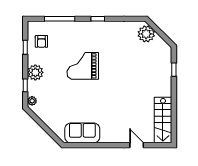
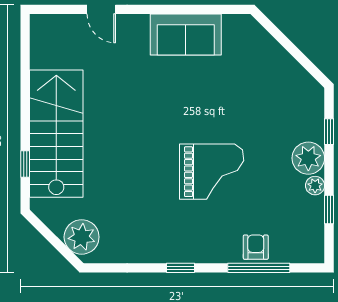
armchair: (41, 41) -> (256, 247), moved
plant: (32, 101) -> (315, 186), moved
stairs: (163, 120) -> (56, 134), moved, width x1.36, depth x1.51
sofa: (82, 133) -> (186, 35), moved

